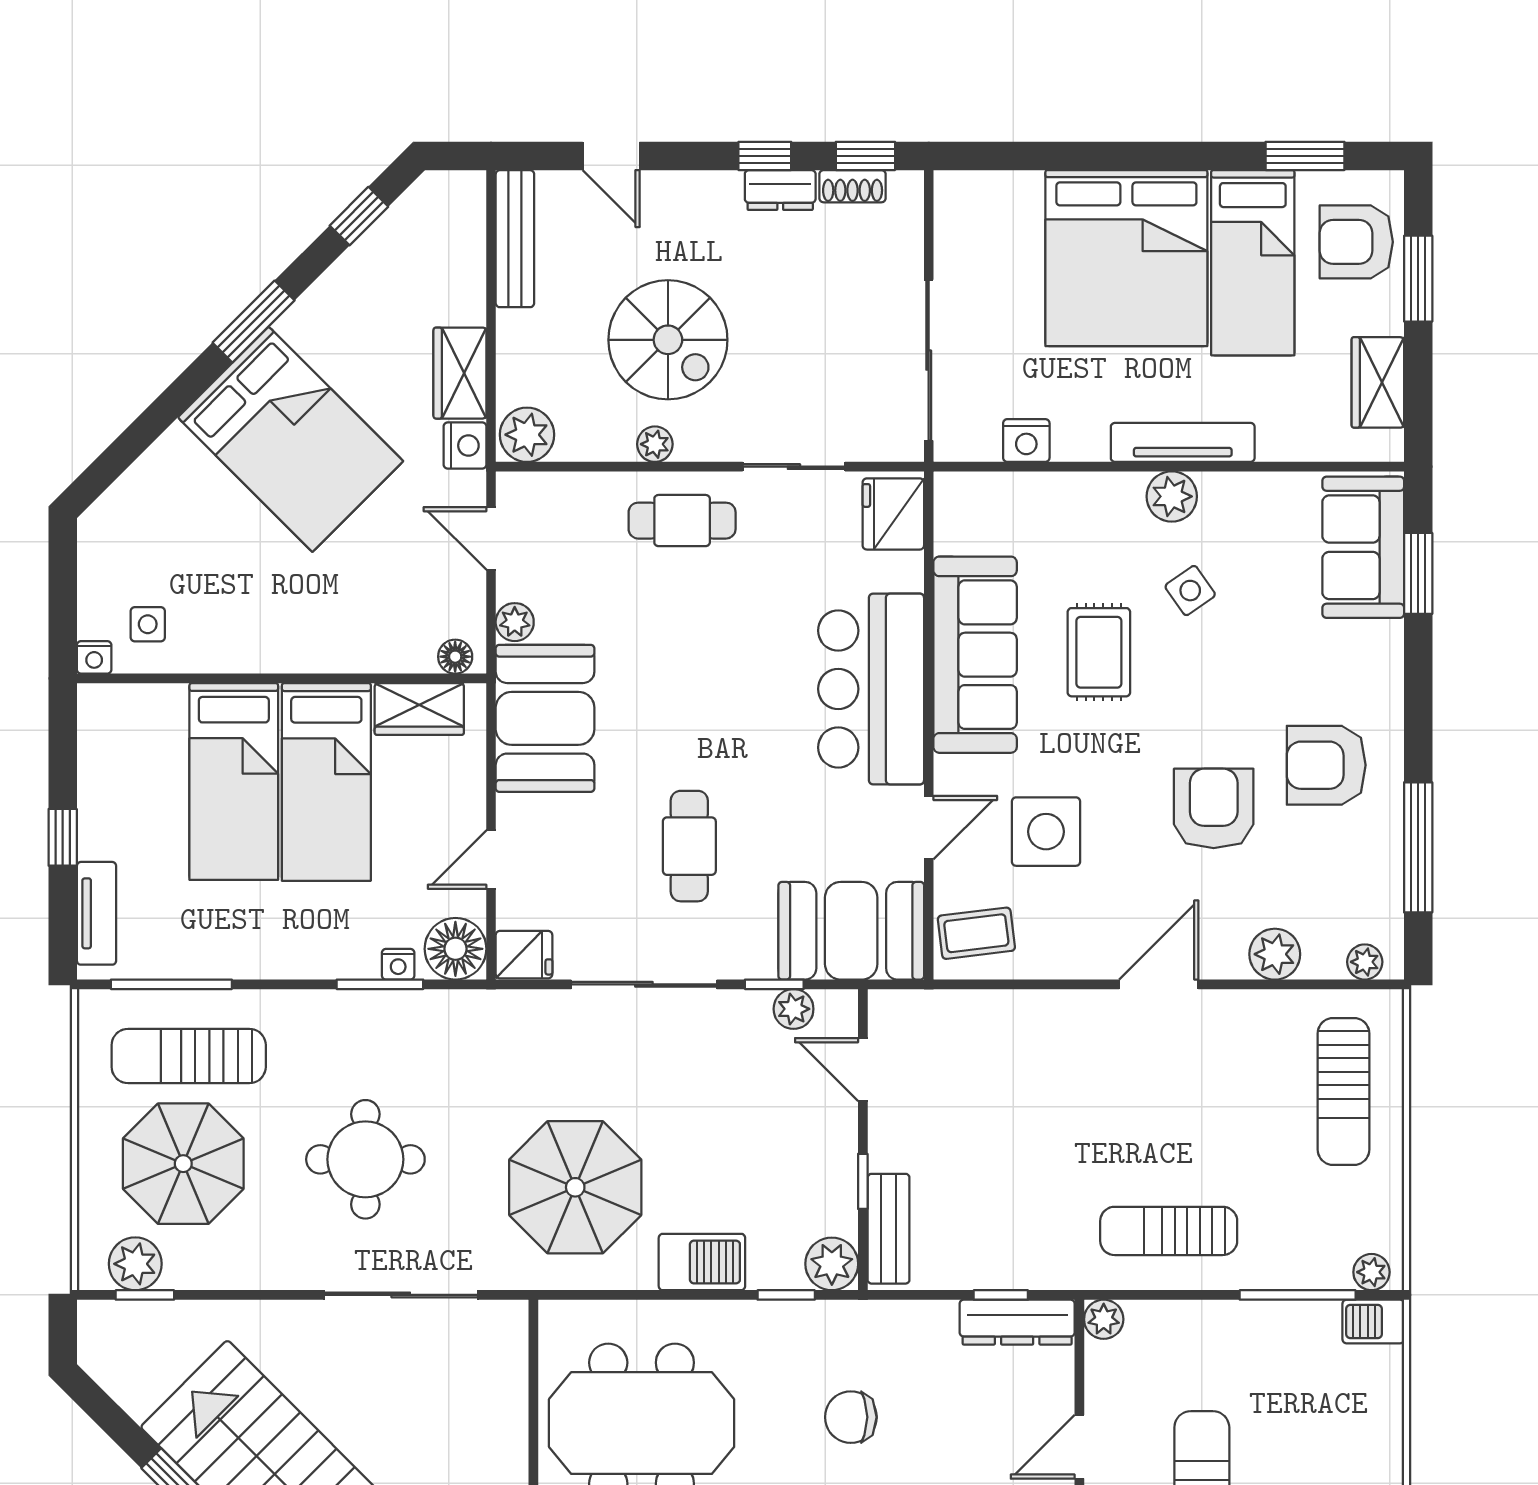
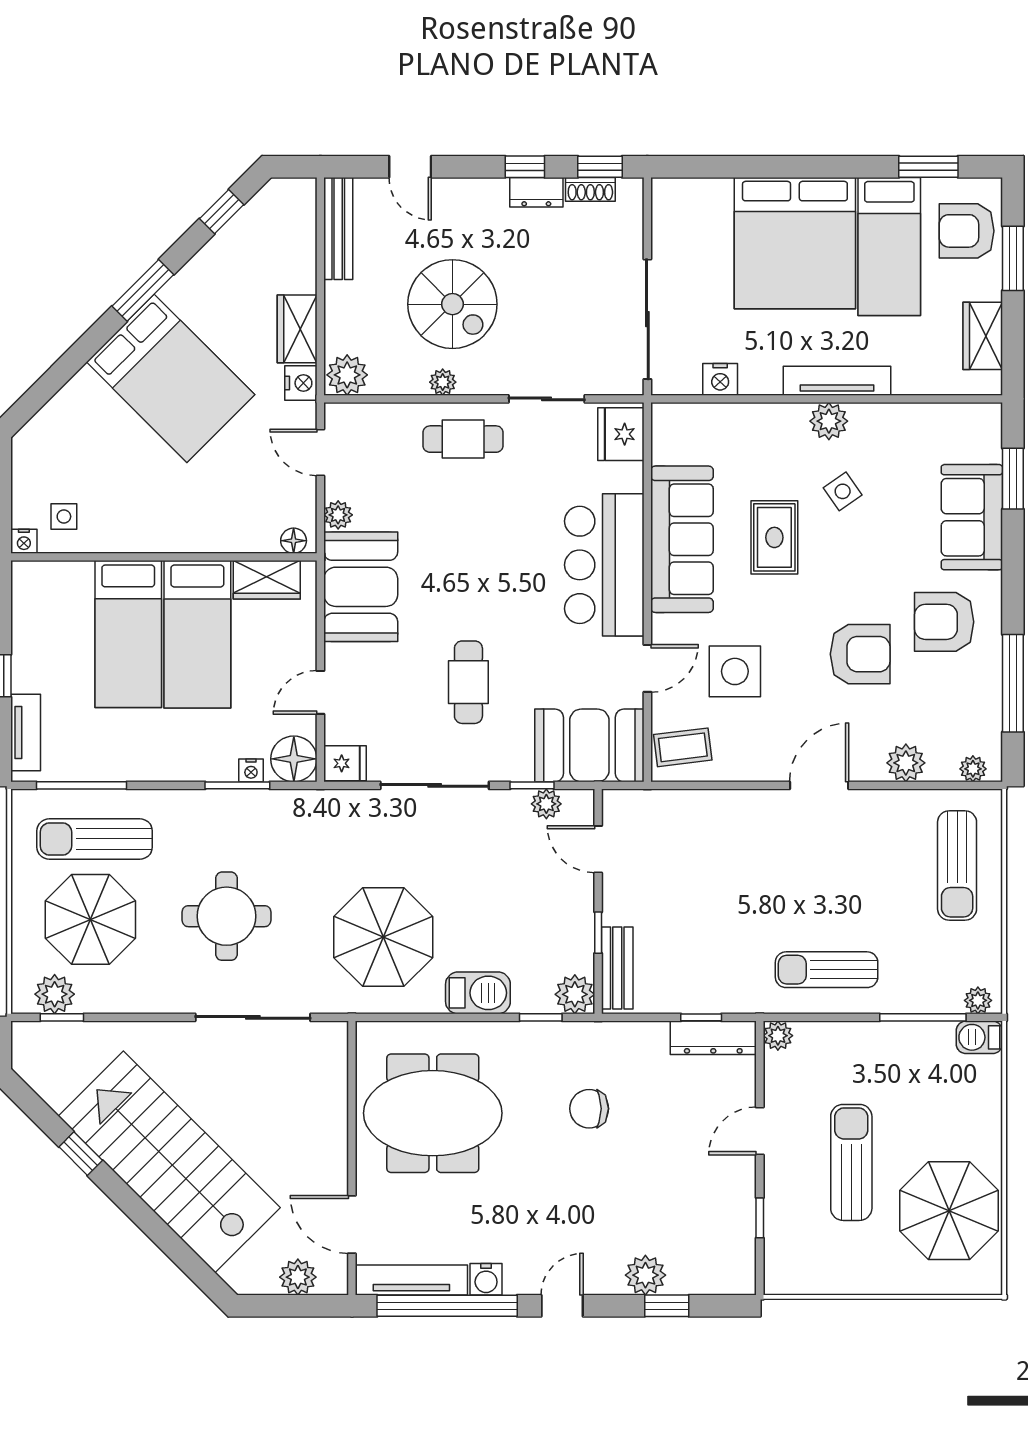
sofa: (1363, 547) -> (972, 517), moved
armchair: (1214, 808) -> (860, 654), turned 90

